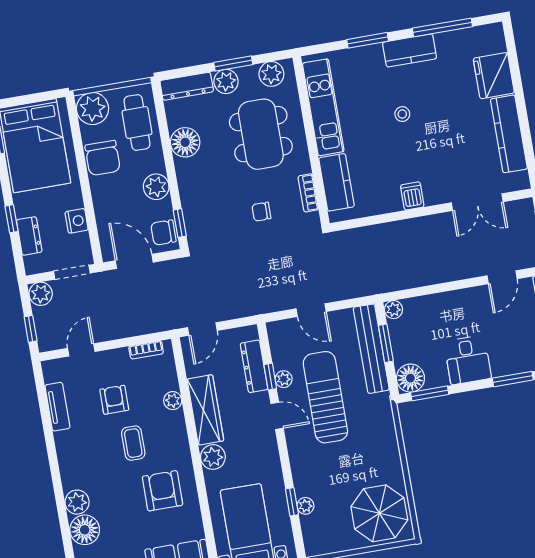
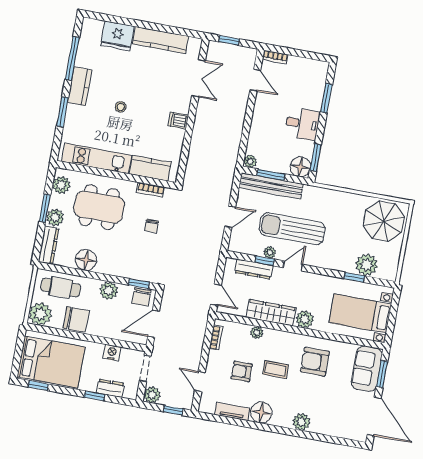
plant: (305, 506) -> (367, 265), width x1.87, depth x1.87
floor lamp: (85, 530) -> (261, 413), moved

